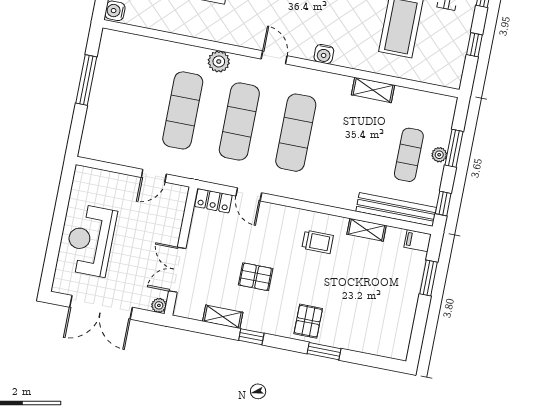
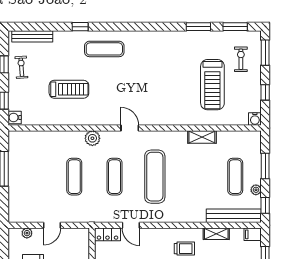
water cooler: (324, 54) -> (255, 119), moved
exercise mat: (183, 110) -> (74, 177), width x0.73, depth x0.69
exercise mat: (239, 122) -> (115, 177), width x0.73, depth x0.69
plant: (439, 155) -> (256, 190), moved
door: (154, 176) -> (52, 225), moved
plant: (101, 177) -> (27, 233), added

